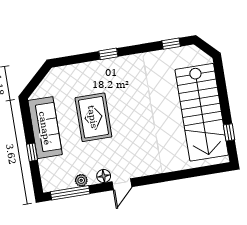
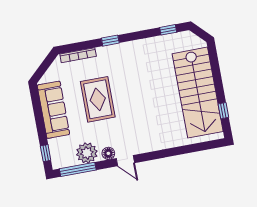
bookcase: (73, 69) -> (78, 55), added
window: (32, 152) -> (46, 153), moved
plant: (81, 180) -> (87, 153), width x1.87, depth x1.87
door: (122, 184) -> (125, 161), hinge flipped

